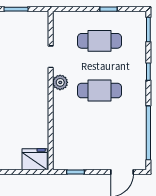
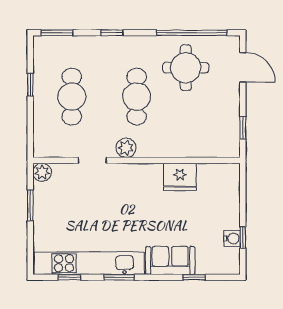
plant: (41, 18) -> (42, 172), added
round table: (122, 128) -> (186, 68), added
fridge: (35, 159) -> (180, 177), moved, turned -90

